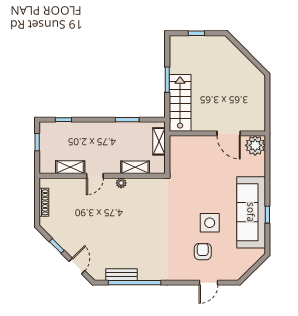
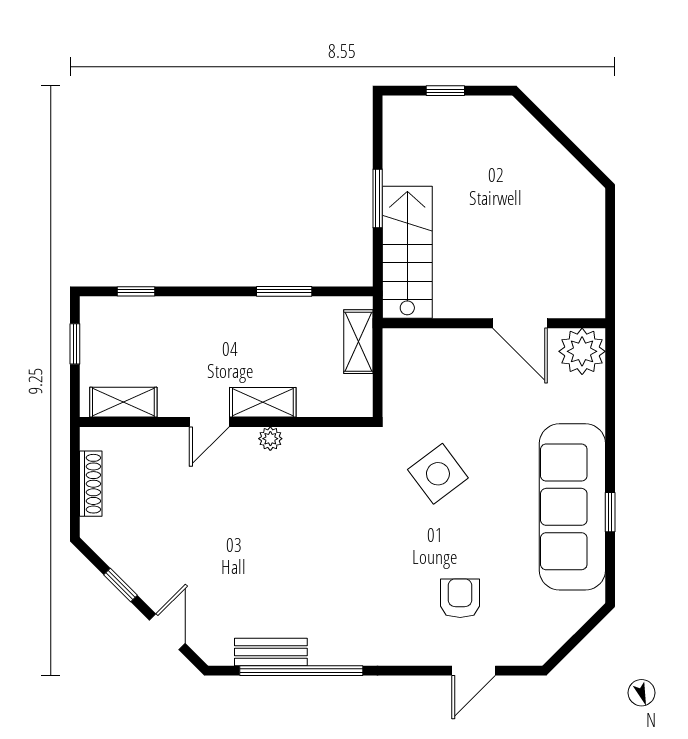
shelving: (70, 167) -> (123, 402), moved
shelving: (135, 167) -> (263, 402), moved
side table: (210, 223) -> (438, 474), moved, turned -37

